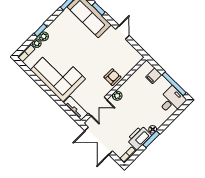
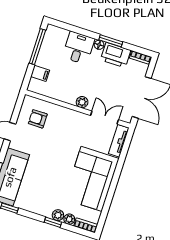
armchair: (112, 77) -> (38, 119), moved
desk: (172, 101) -> (78, 48), moved, turned 90

